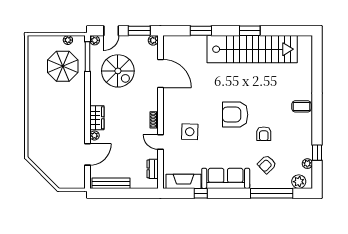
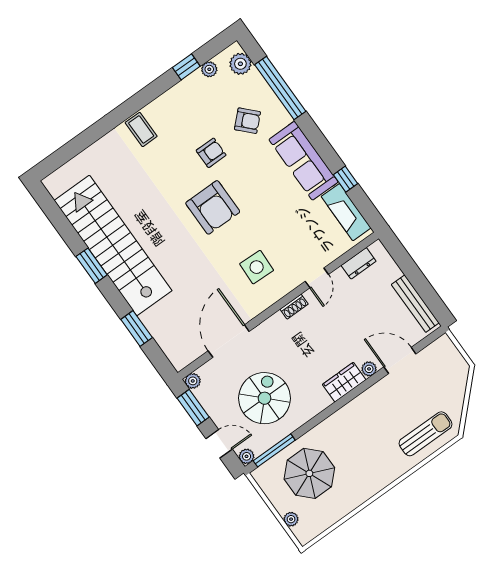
plant: (68, 40) -> (291, 519), moved
side table: (190, 132) -> (257, 267), moved
sun lounger: (40, 141) -> (426, 434), added

